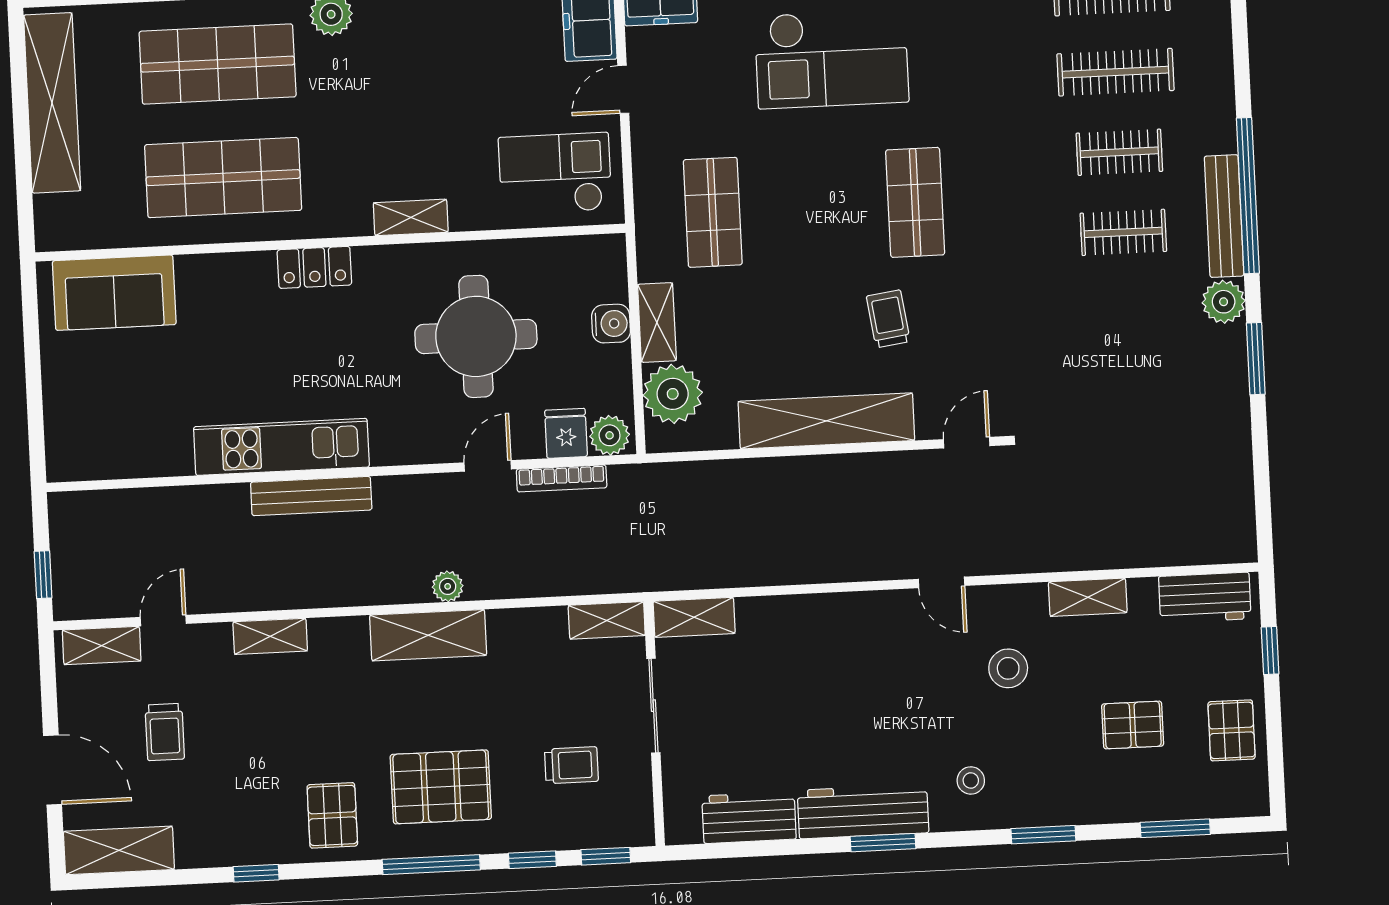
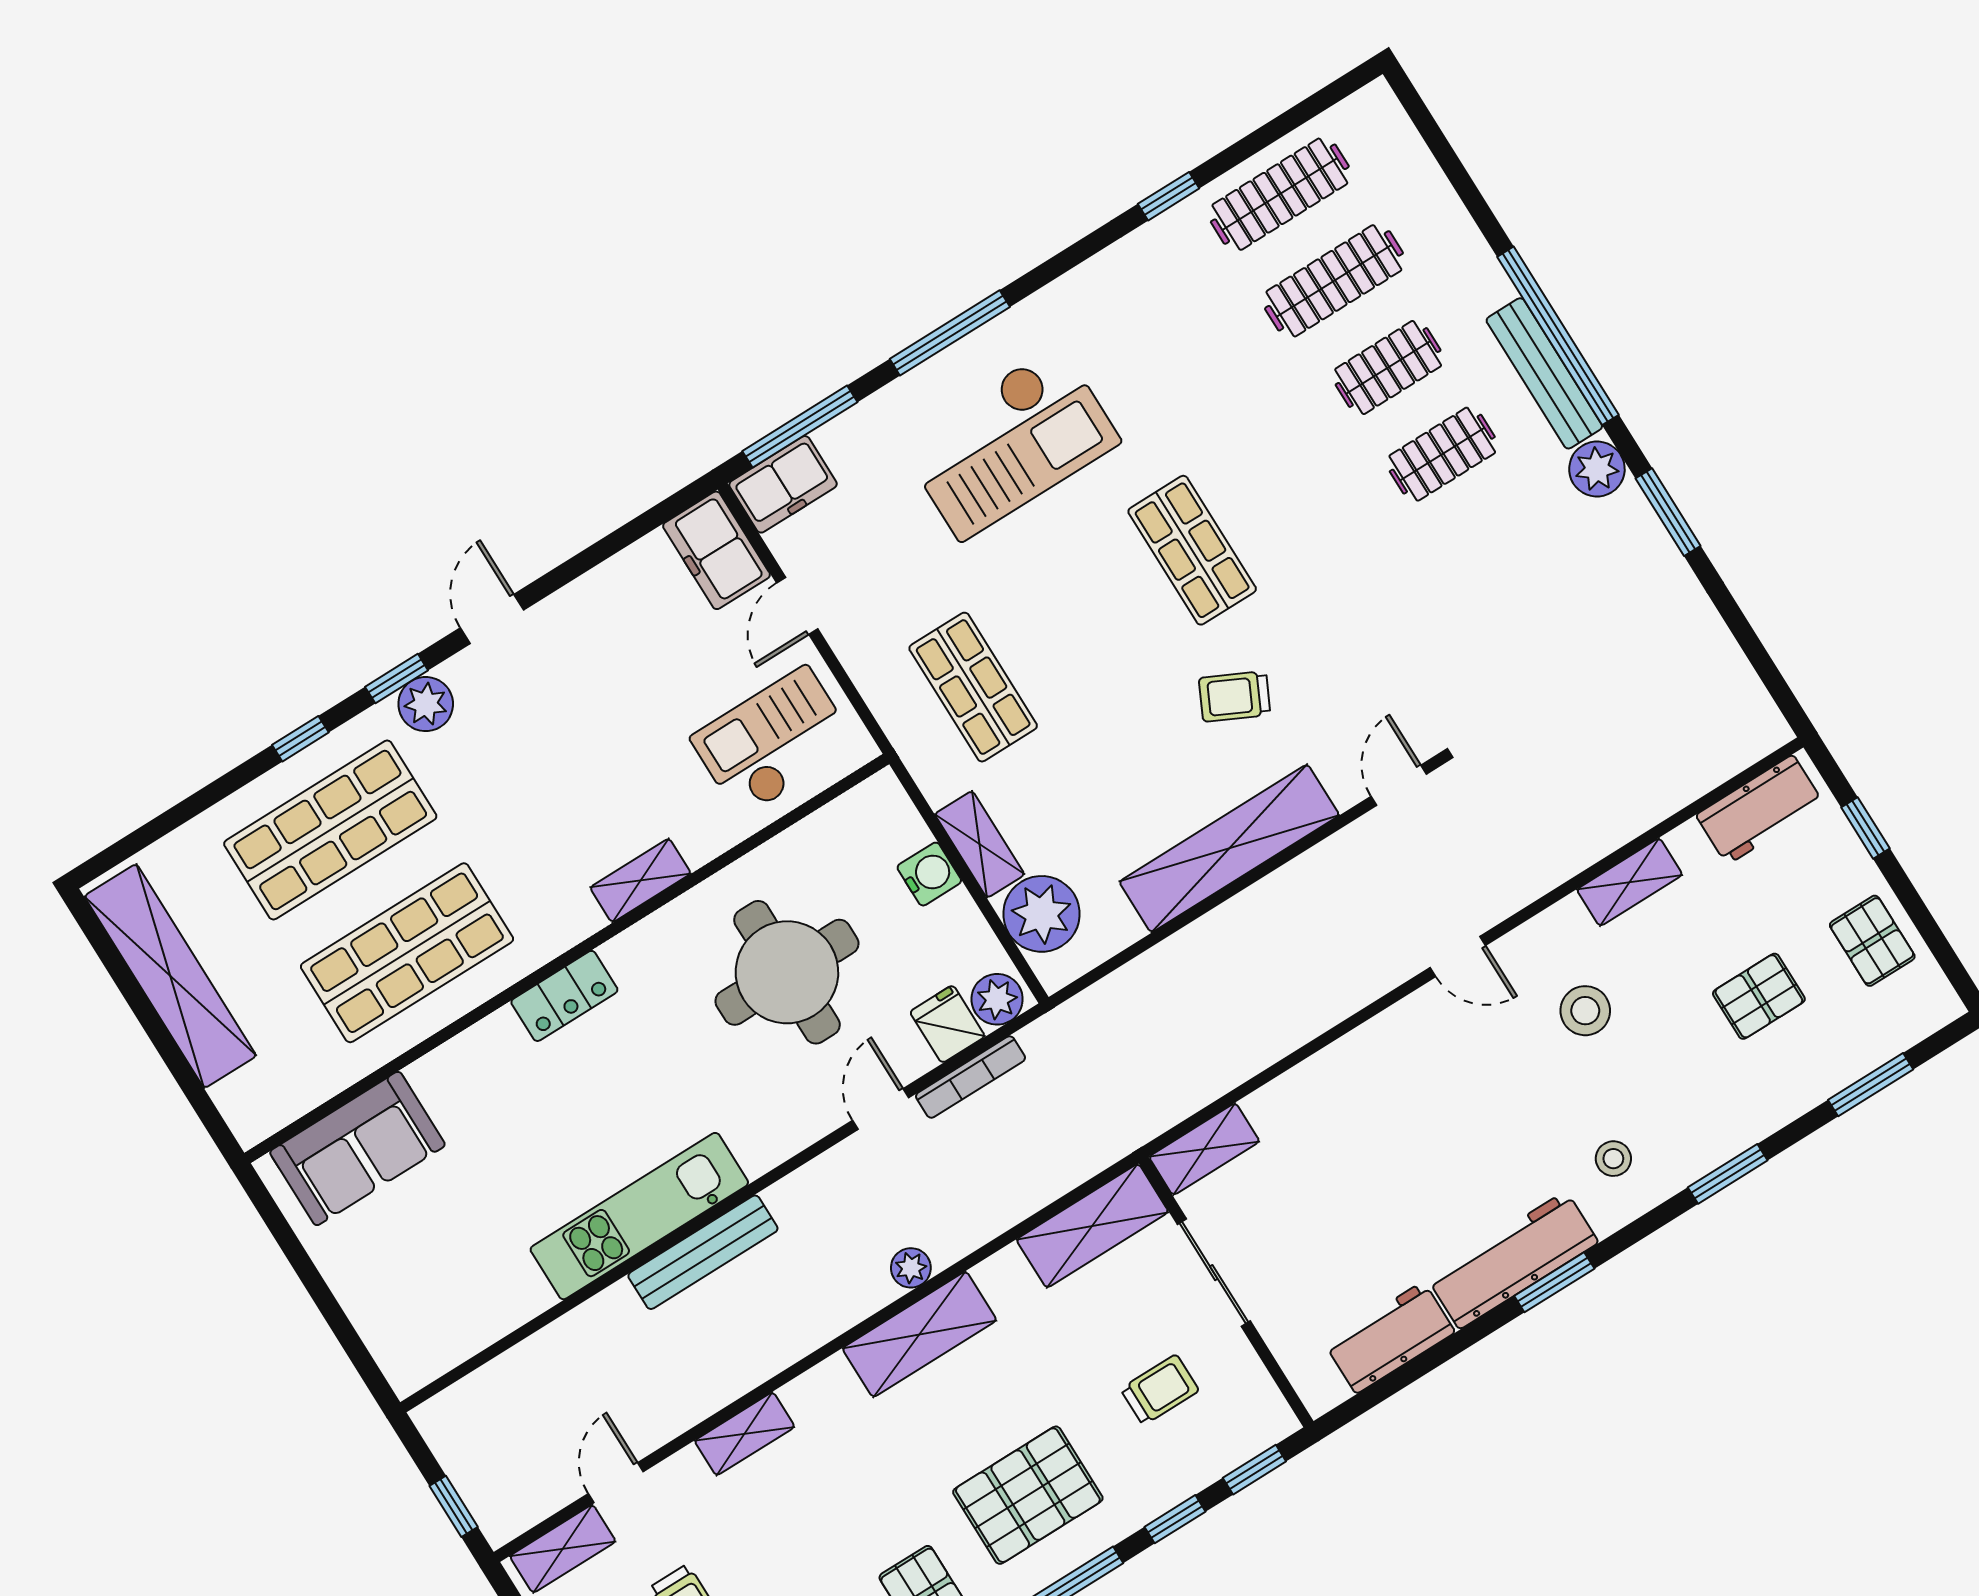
trolley: (888, 319) -> (1235, 696), turned -56
shelving: (607, 620) -> (1092, 1226), width x1.50, depth x1.33

